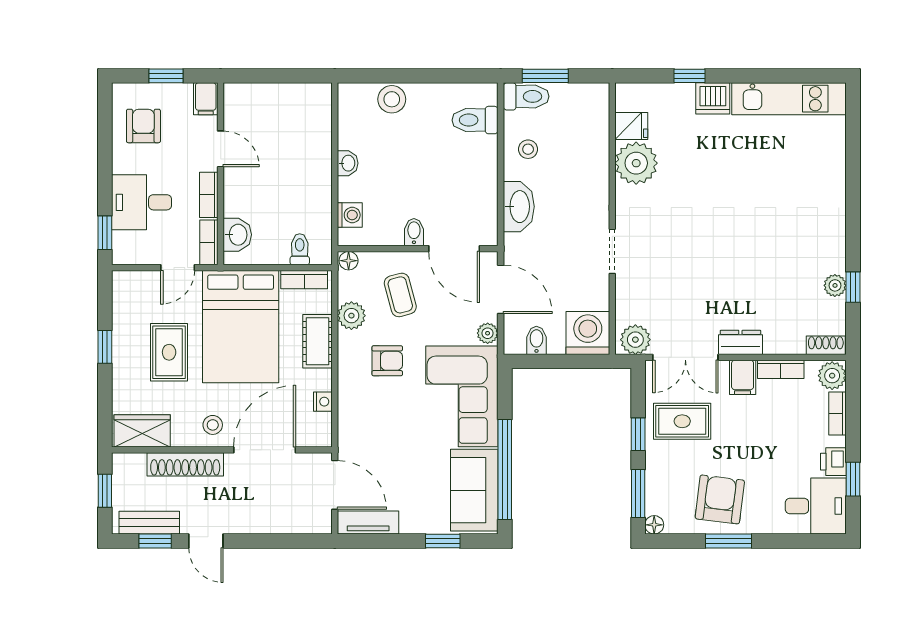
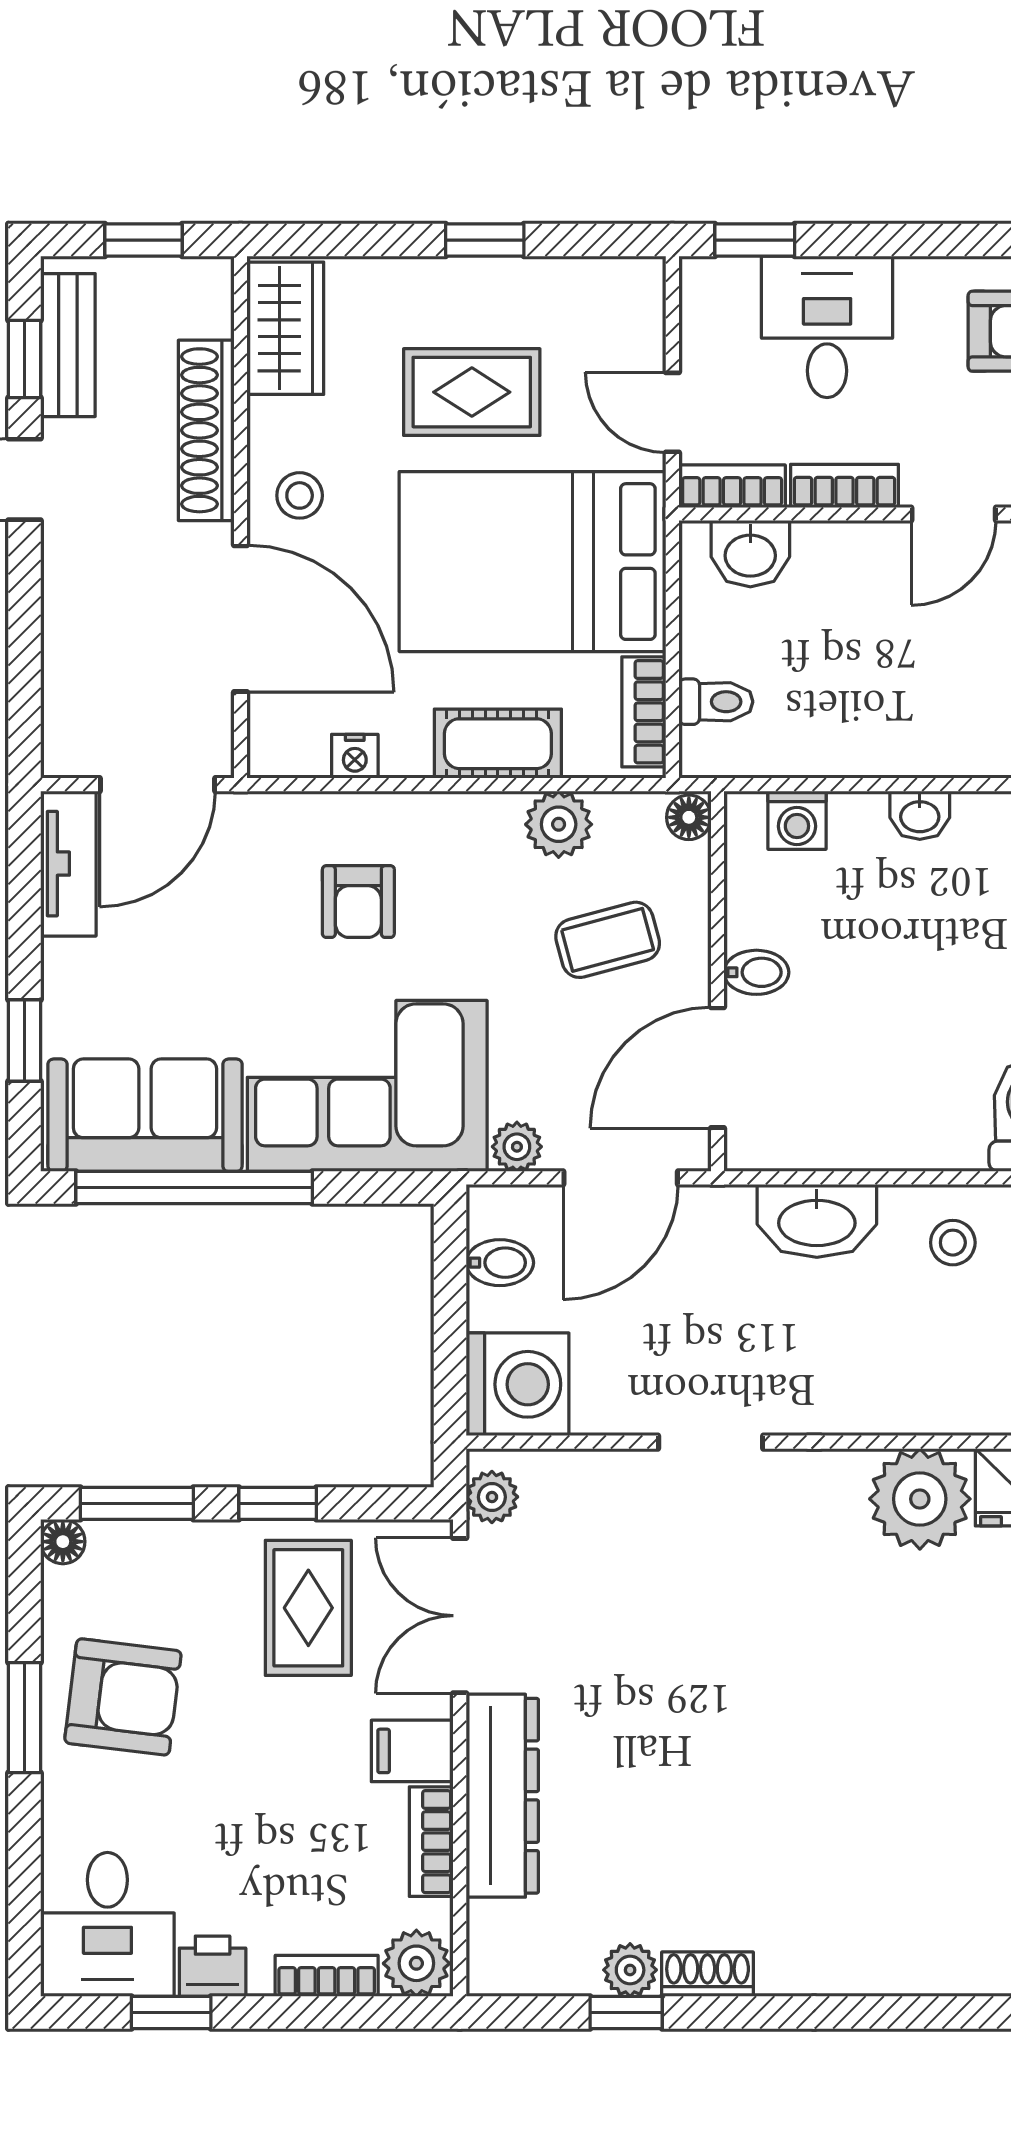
plant: (635, 340) -> (492, 1497), width x0.73, depth x0.73
dresser: (740, 342) -> (502, 1796), width x1.96, depth x1.24
shoe rack: (826, 345) -> (708, 1974), moved, turned -90
armchair: (387, 361) -> (358, 902), moved

